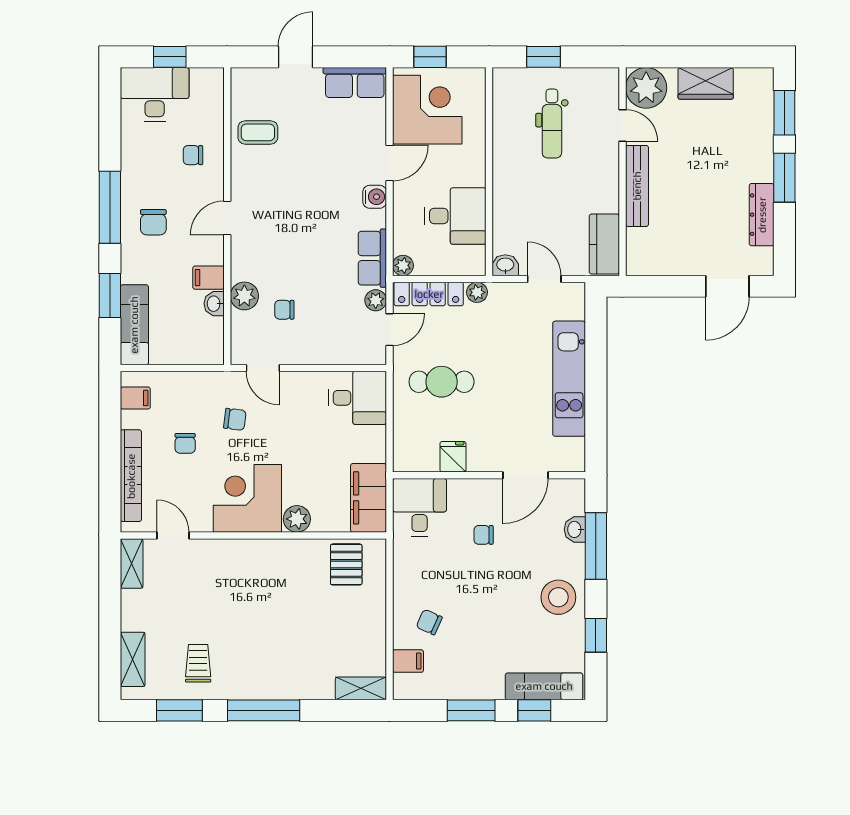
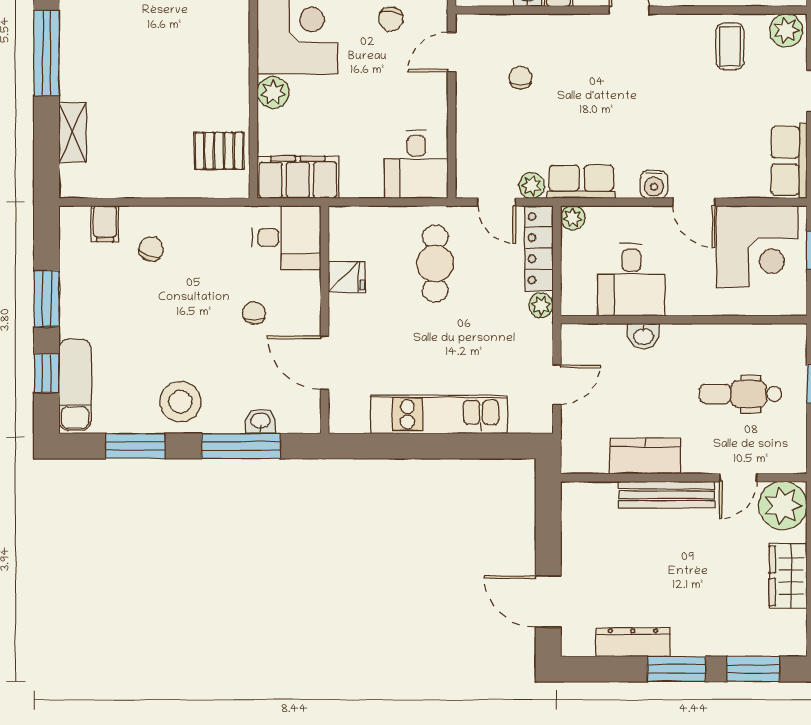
kitchen counter: (604, 244) -> (645, 456), moved
washbasin: (505, 265) -> (643, 336), moved, turned 90
plant: (244, 296) -> (786, 30), moved
window: (596, 635) -> (135, 446), width x1.50
shelving: (361, 688) -> (73, 133), moved

